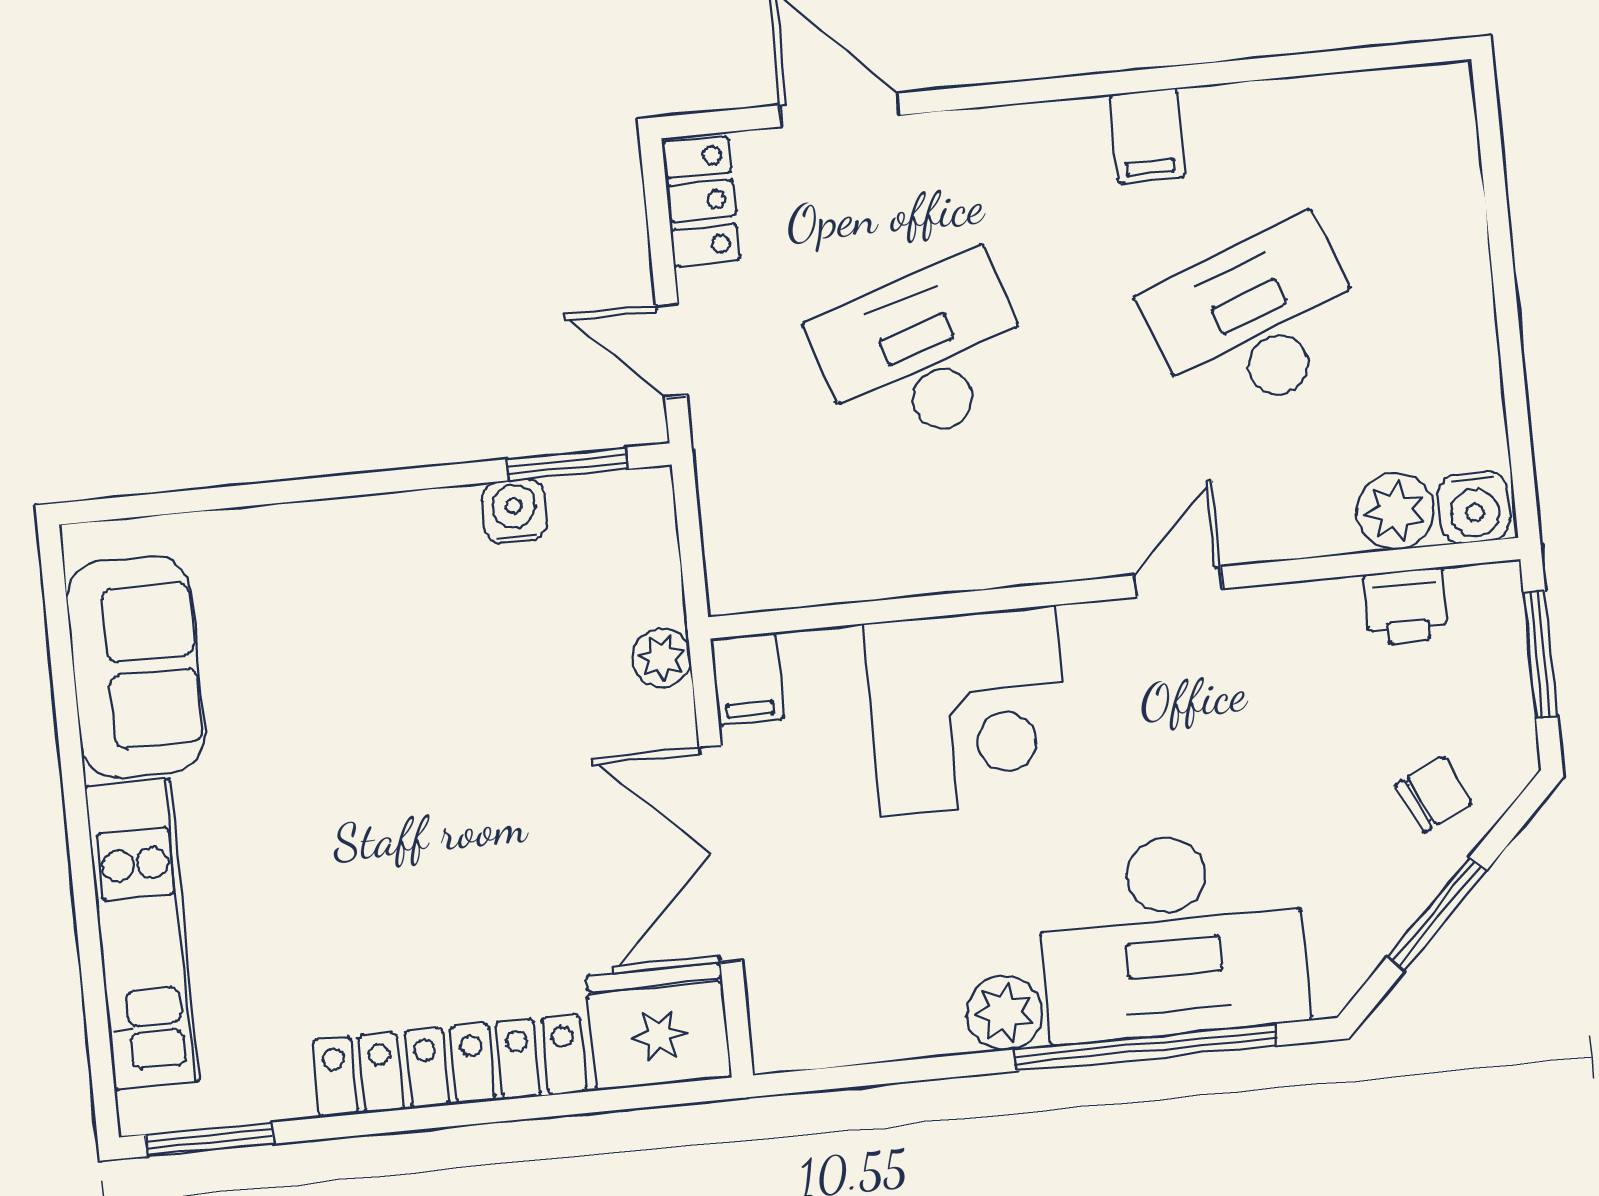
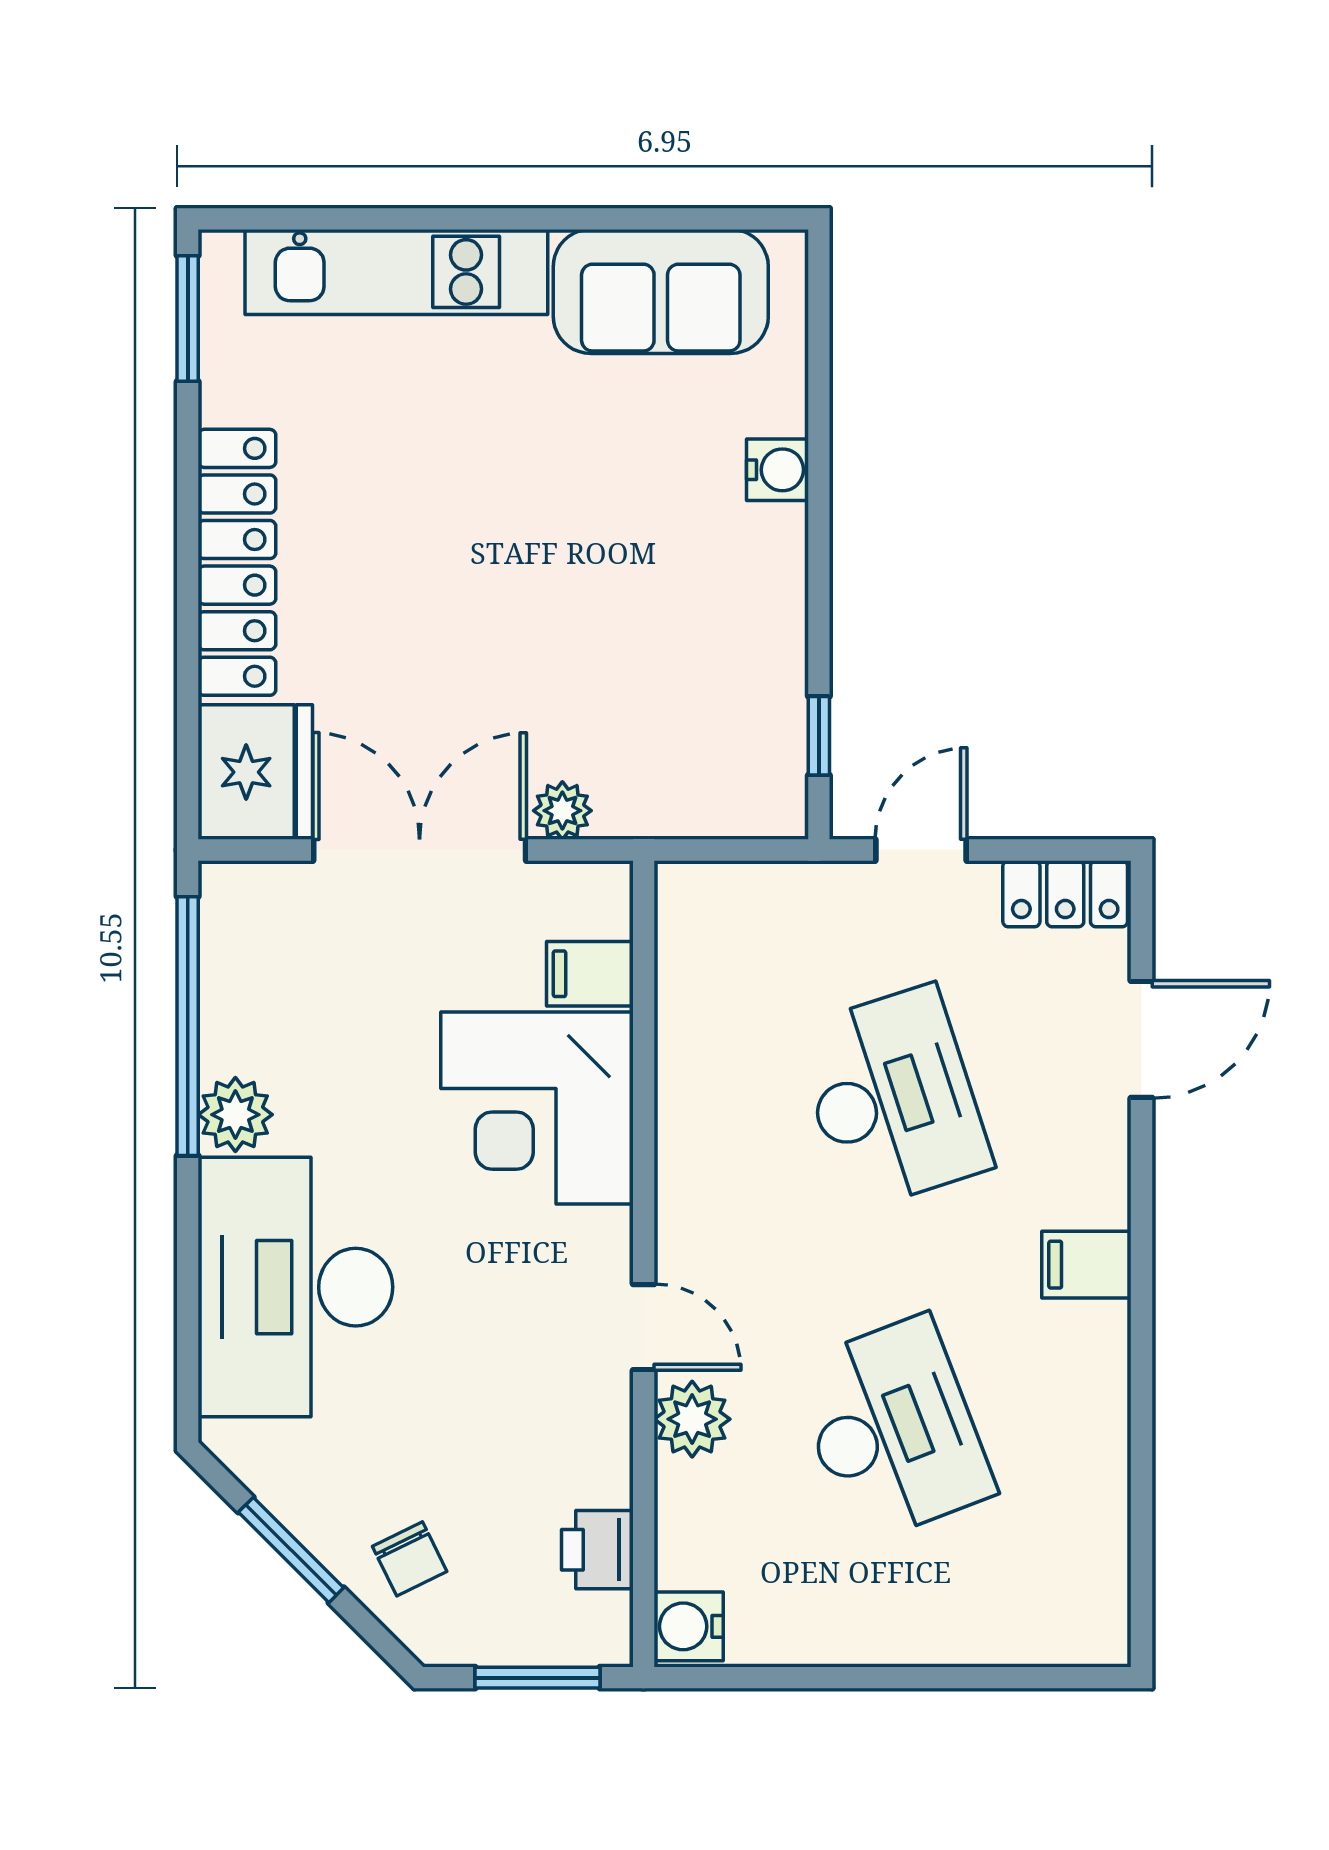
filing cabinet: (1147, 136) -> (1086, 1265), moved
window: (567, 464) -> (819, 736), width x0.67
water cooler: (514, 511) -> (777, 470), moved
plant: (1395, 511) -> (692, 1419), moved
plant: (661, 658) -> (562, 811), moved
filing cabinet: (747, 679) -> (590, 974), moved
window: (1145, 1048) -> (188, 1026), moved

